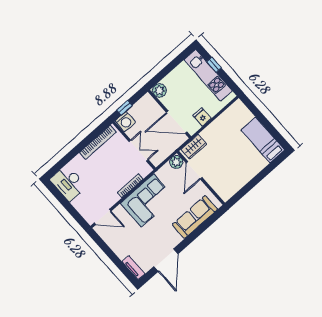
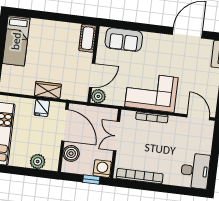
plant: (159, 90) -> (38, 161), moved
boiler: (154, 110) -> (71, 153), added
wardrobe: (194, 147) -> (48, 90), moved
cot: (222, 189) -> (88, 38), added
sofa: (195, 217) -> (124, 40), width x0.73

